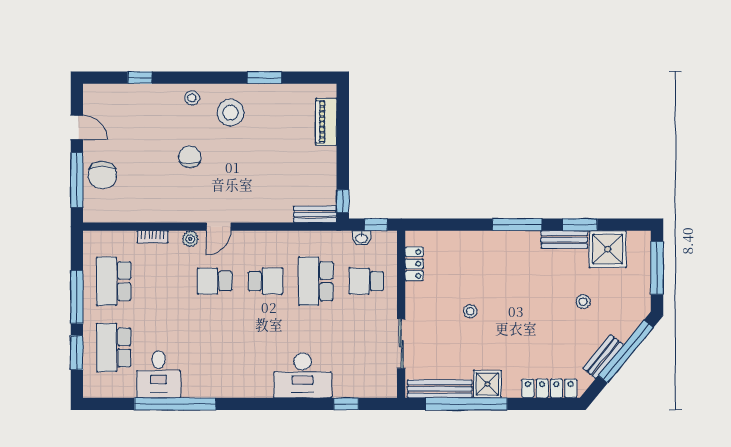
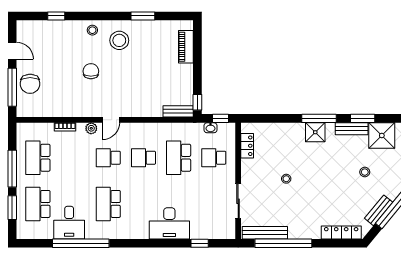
school desk: (265, 281) -> (143, 158), turned 180
school desk: (215, 347) -> (108, 204), added
shower: (487, 384) -> (315, 132), moved

